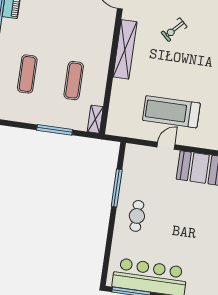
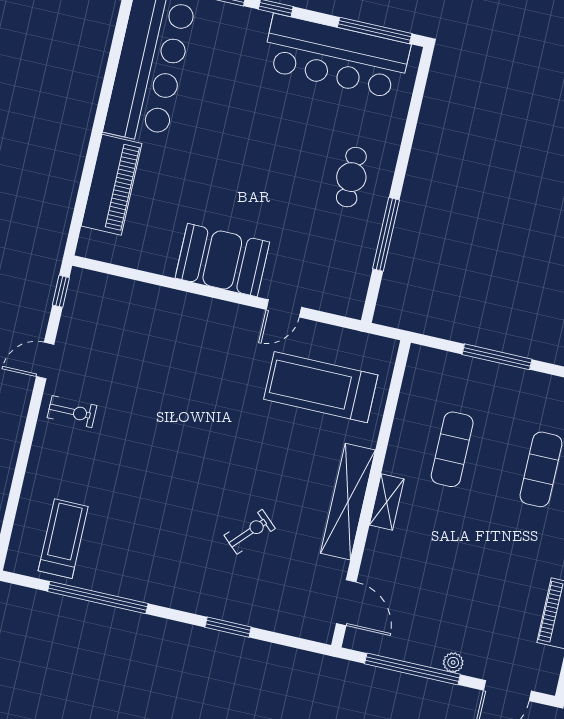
treadmill: (171, 112) -> (321, 387), moved, turned 180
shelving: (95, 119) -> (387, 502), moved

